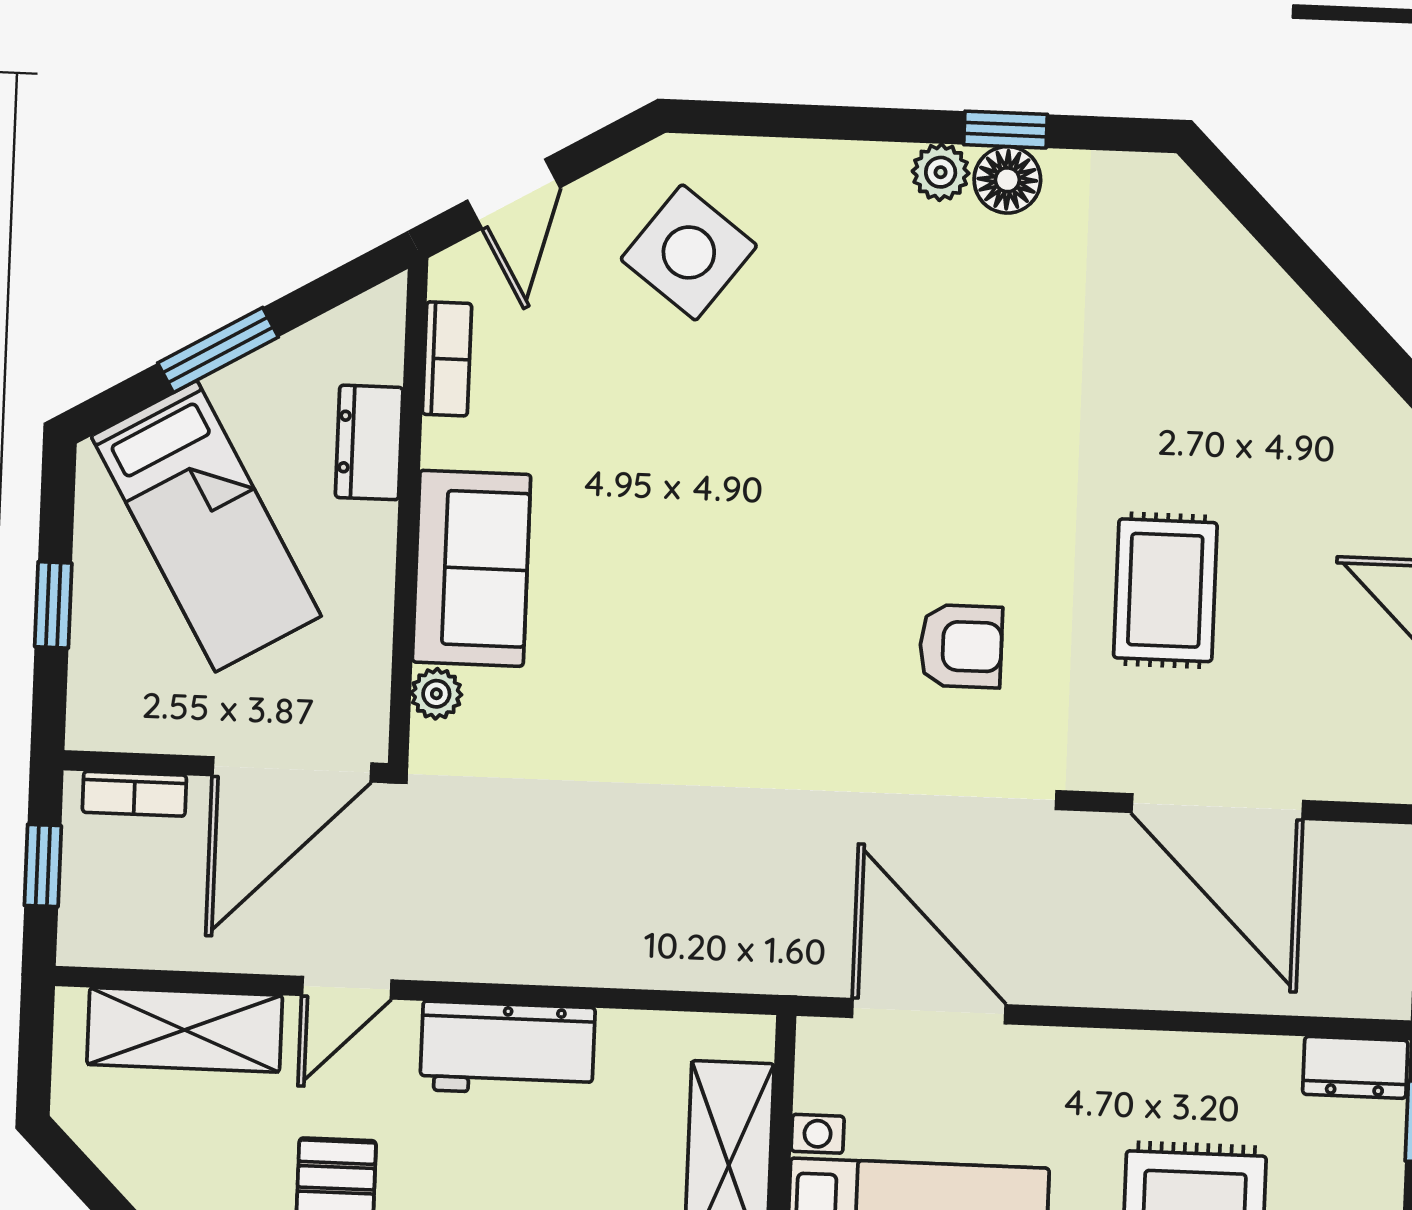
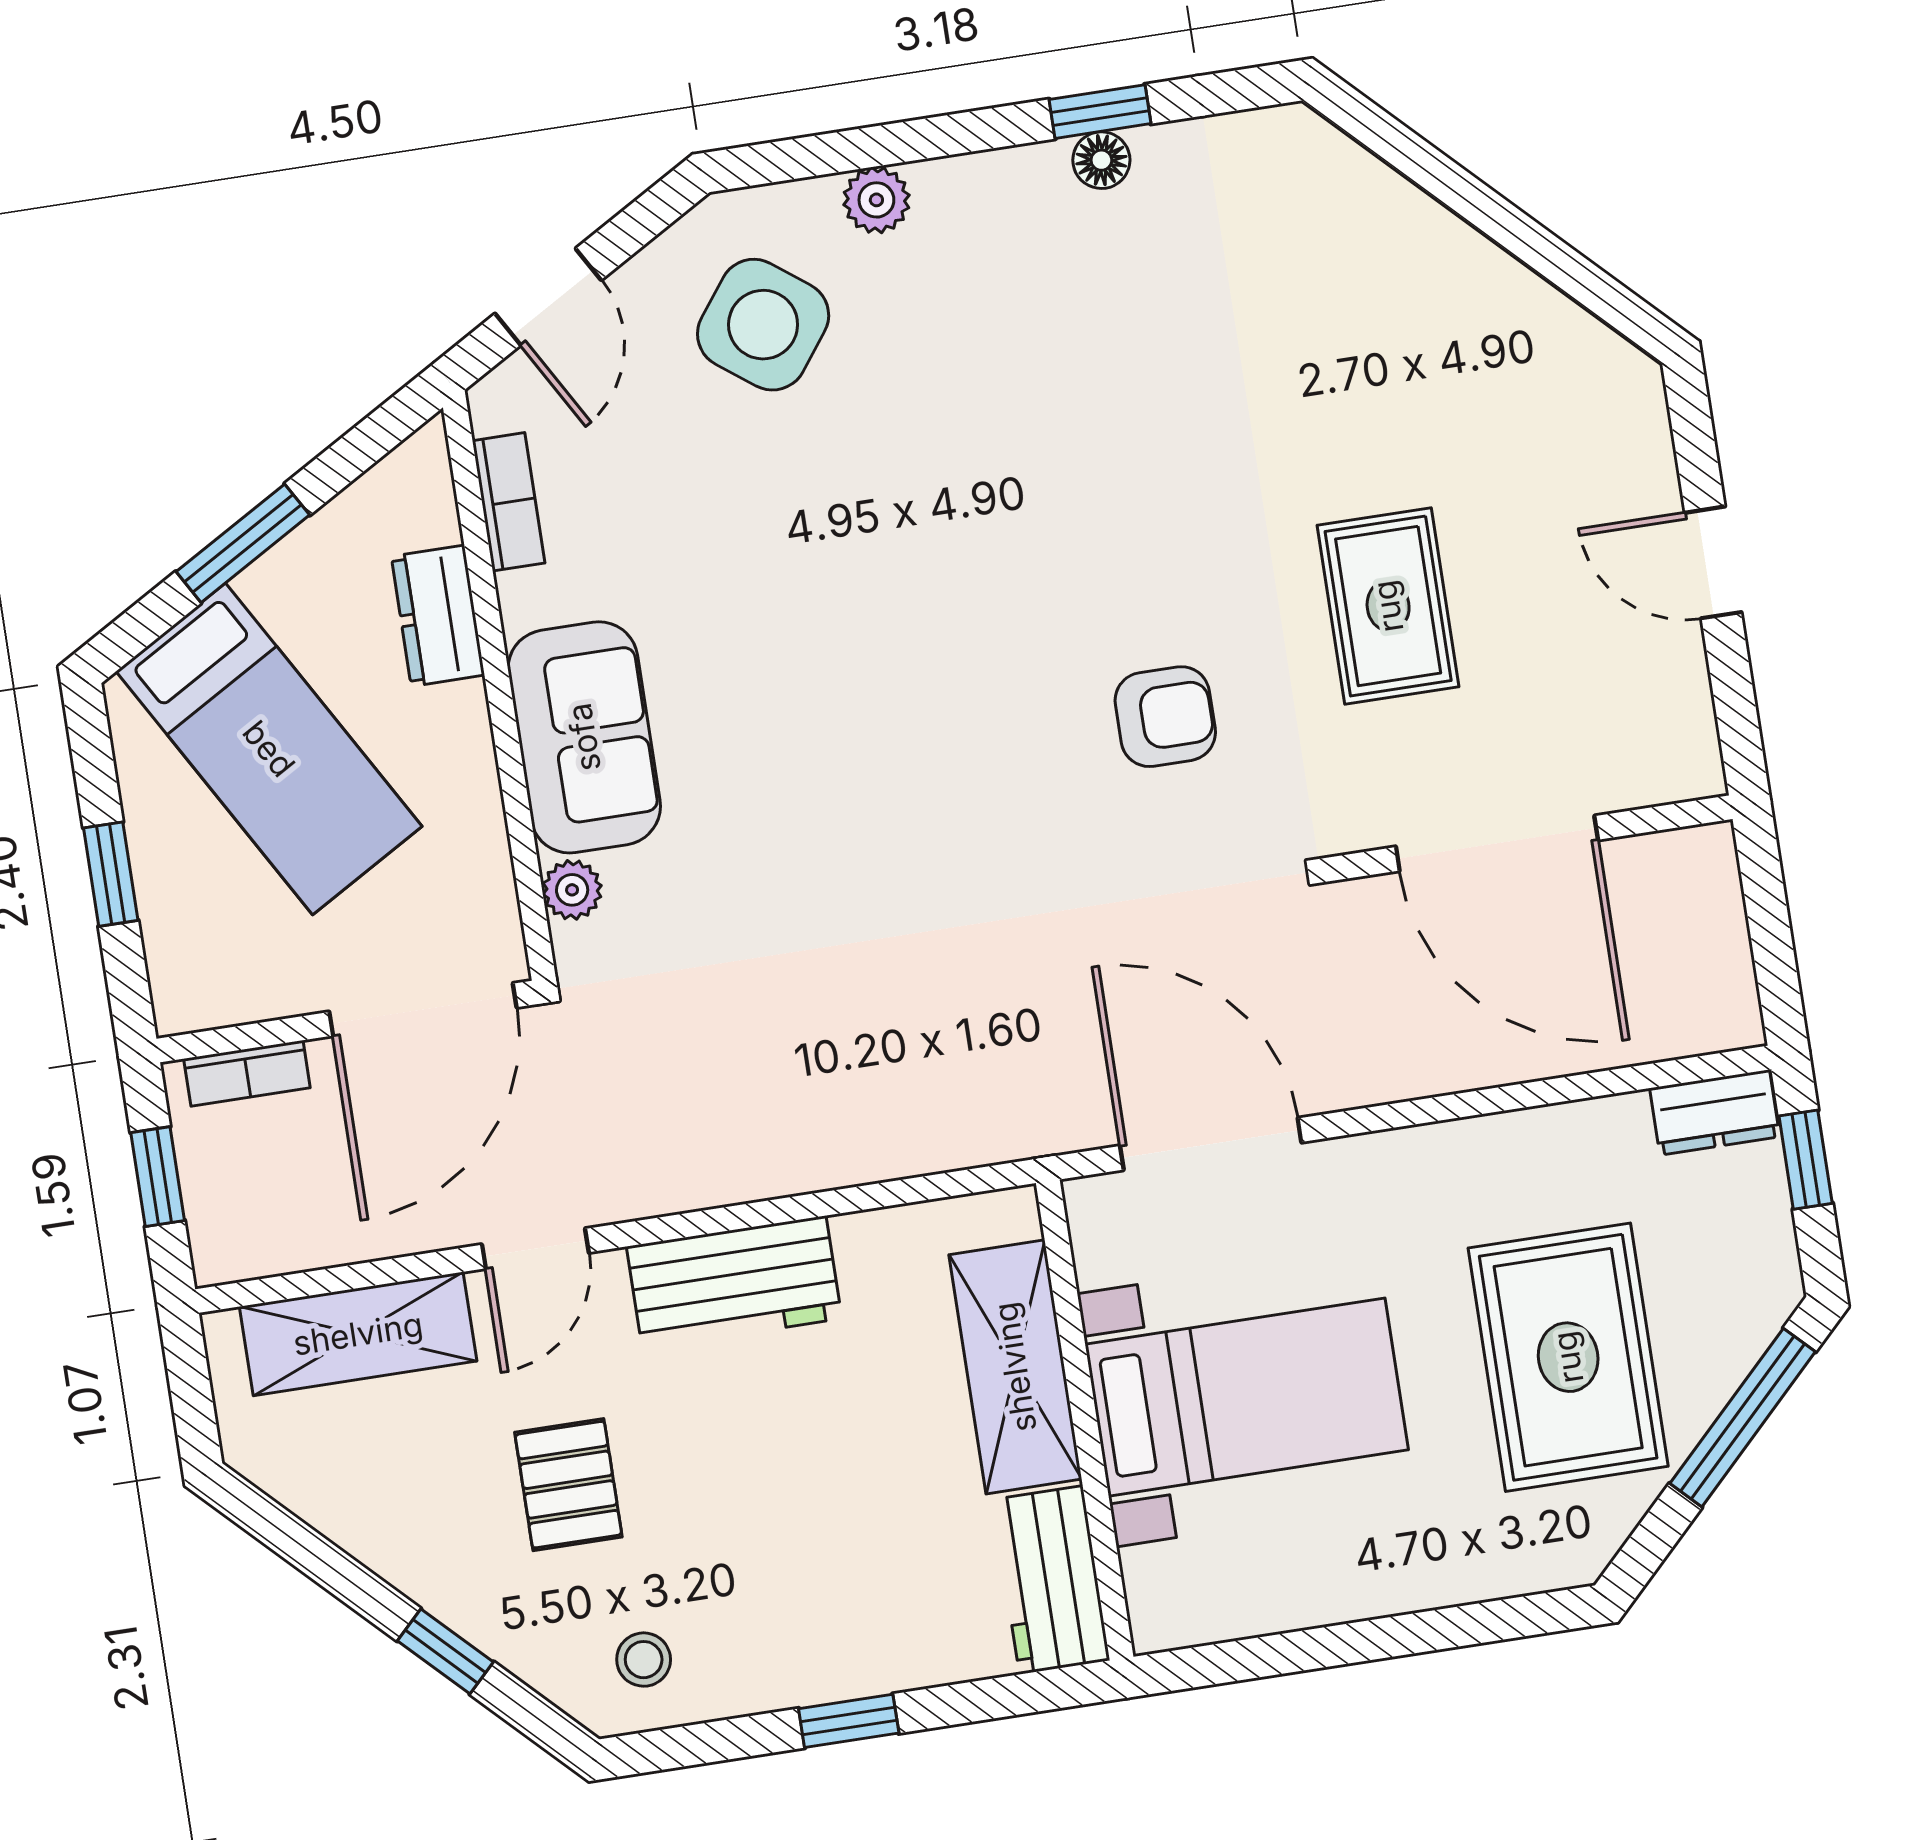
plant: (941, 172) -> (876, 200), moved
floor lamp: (1007, 180) -> (1101, 160), width x0.73, depth x0.73

